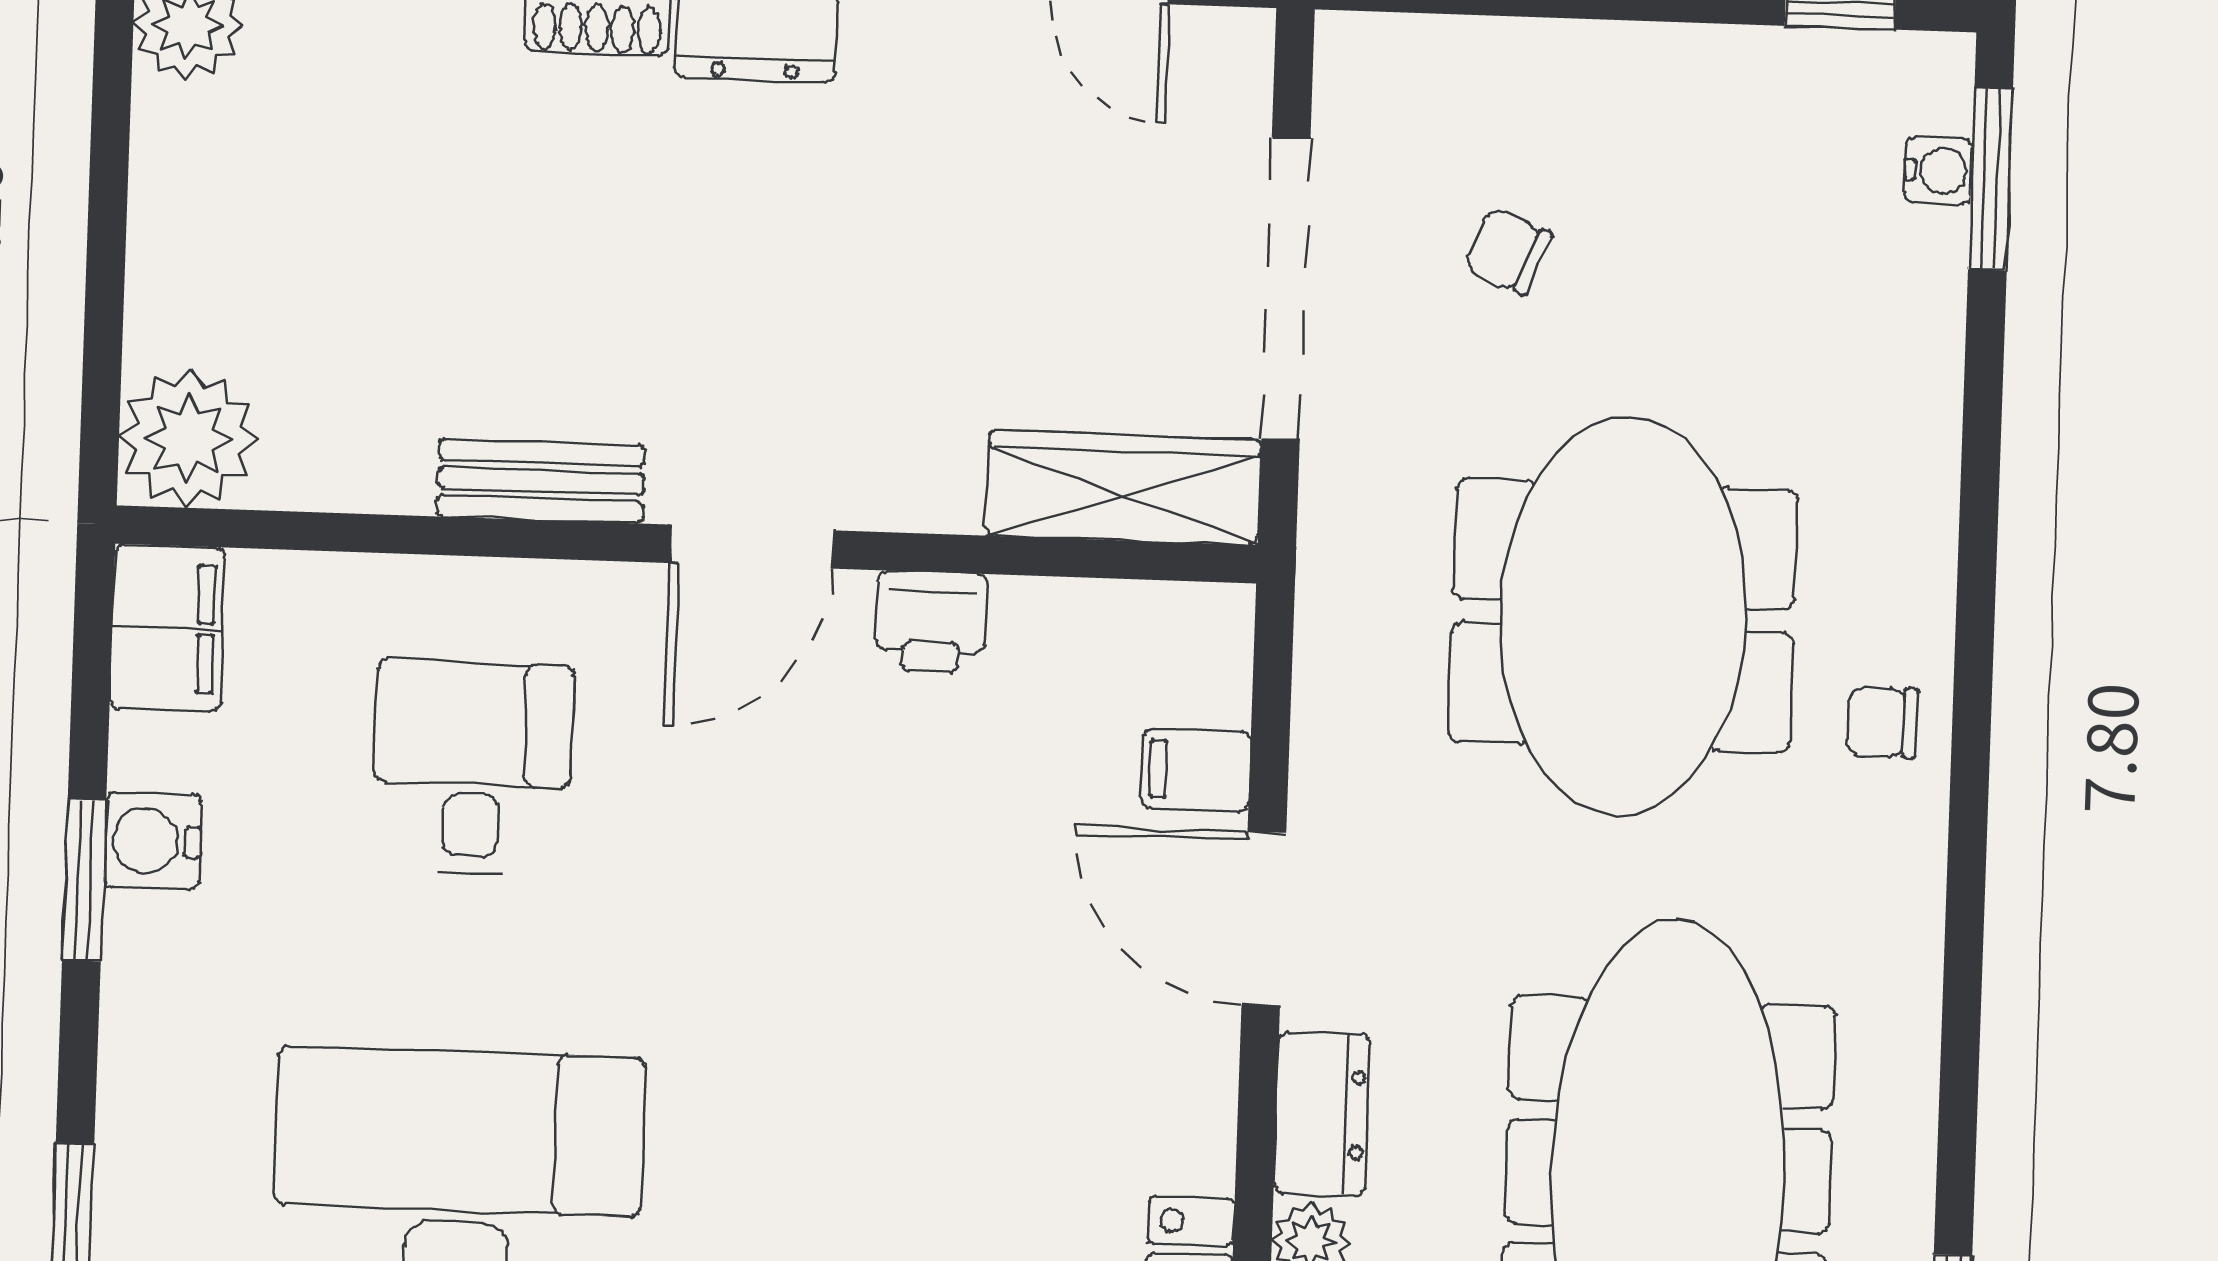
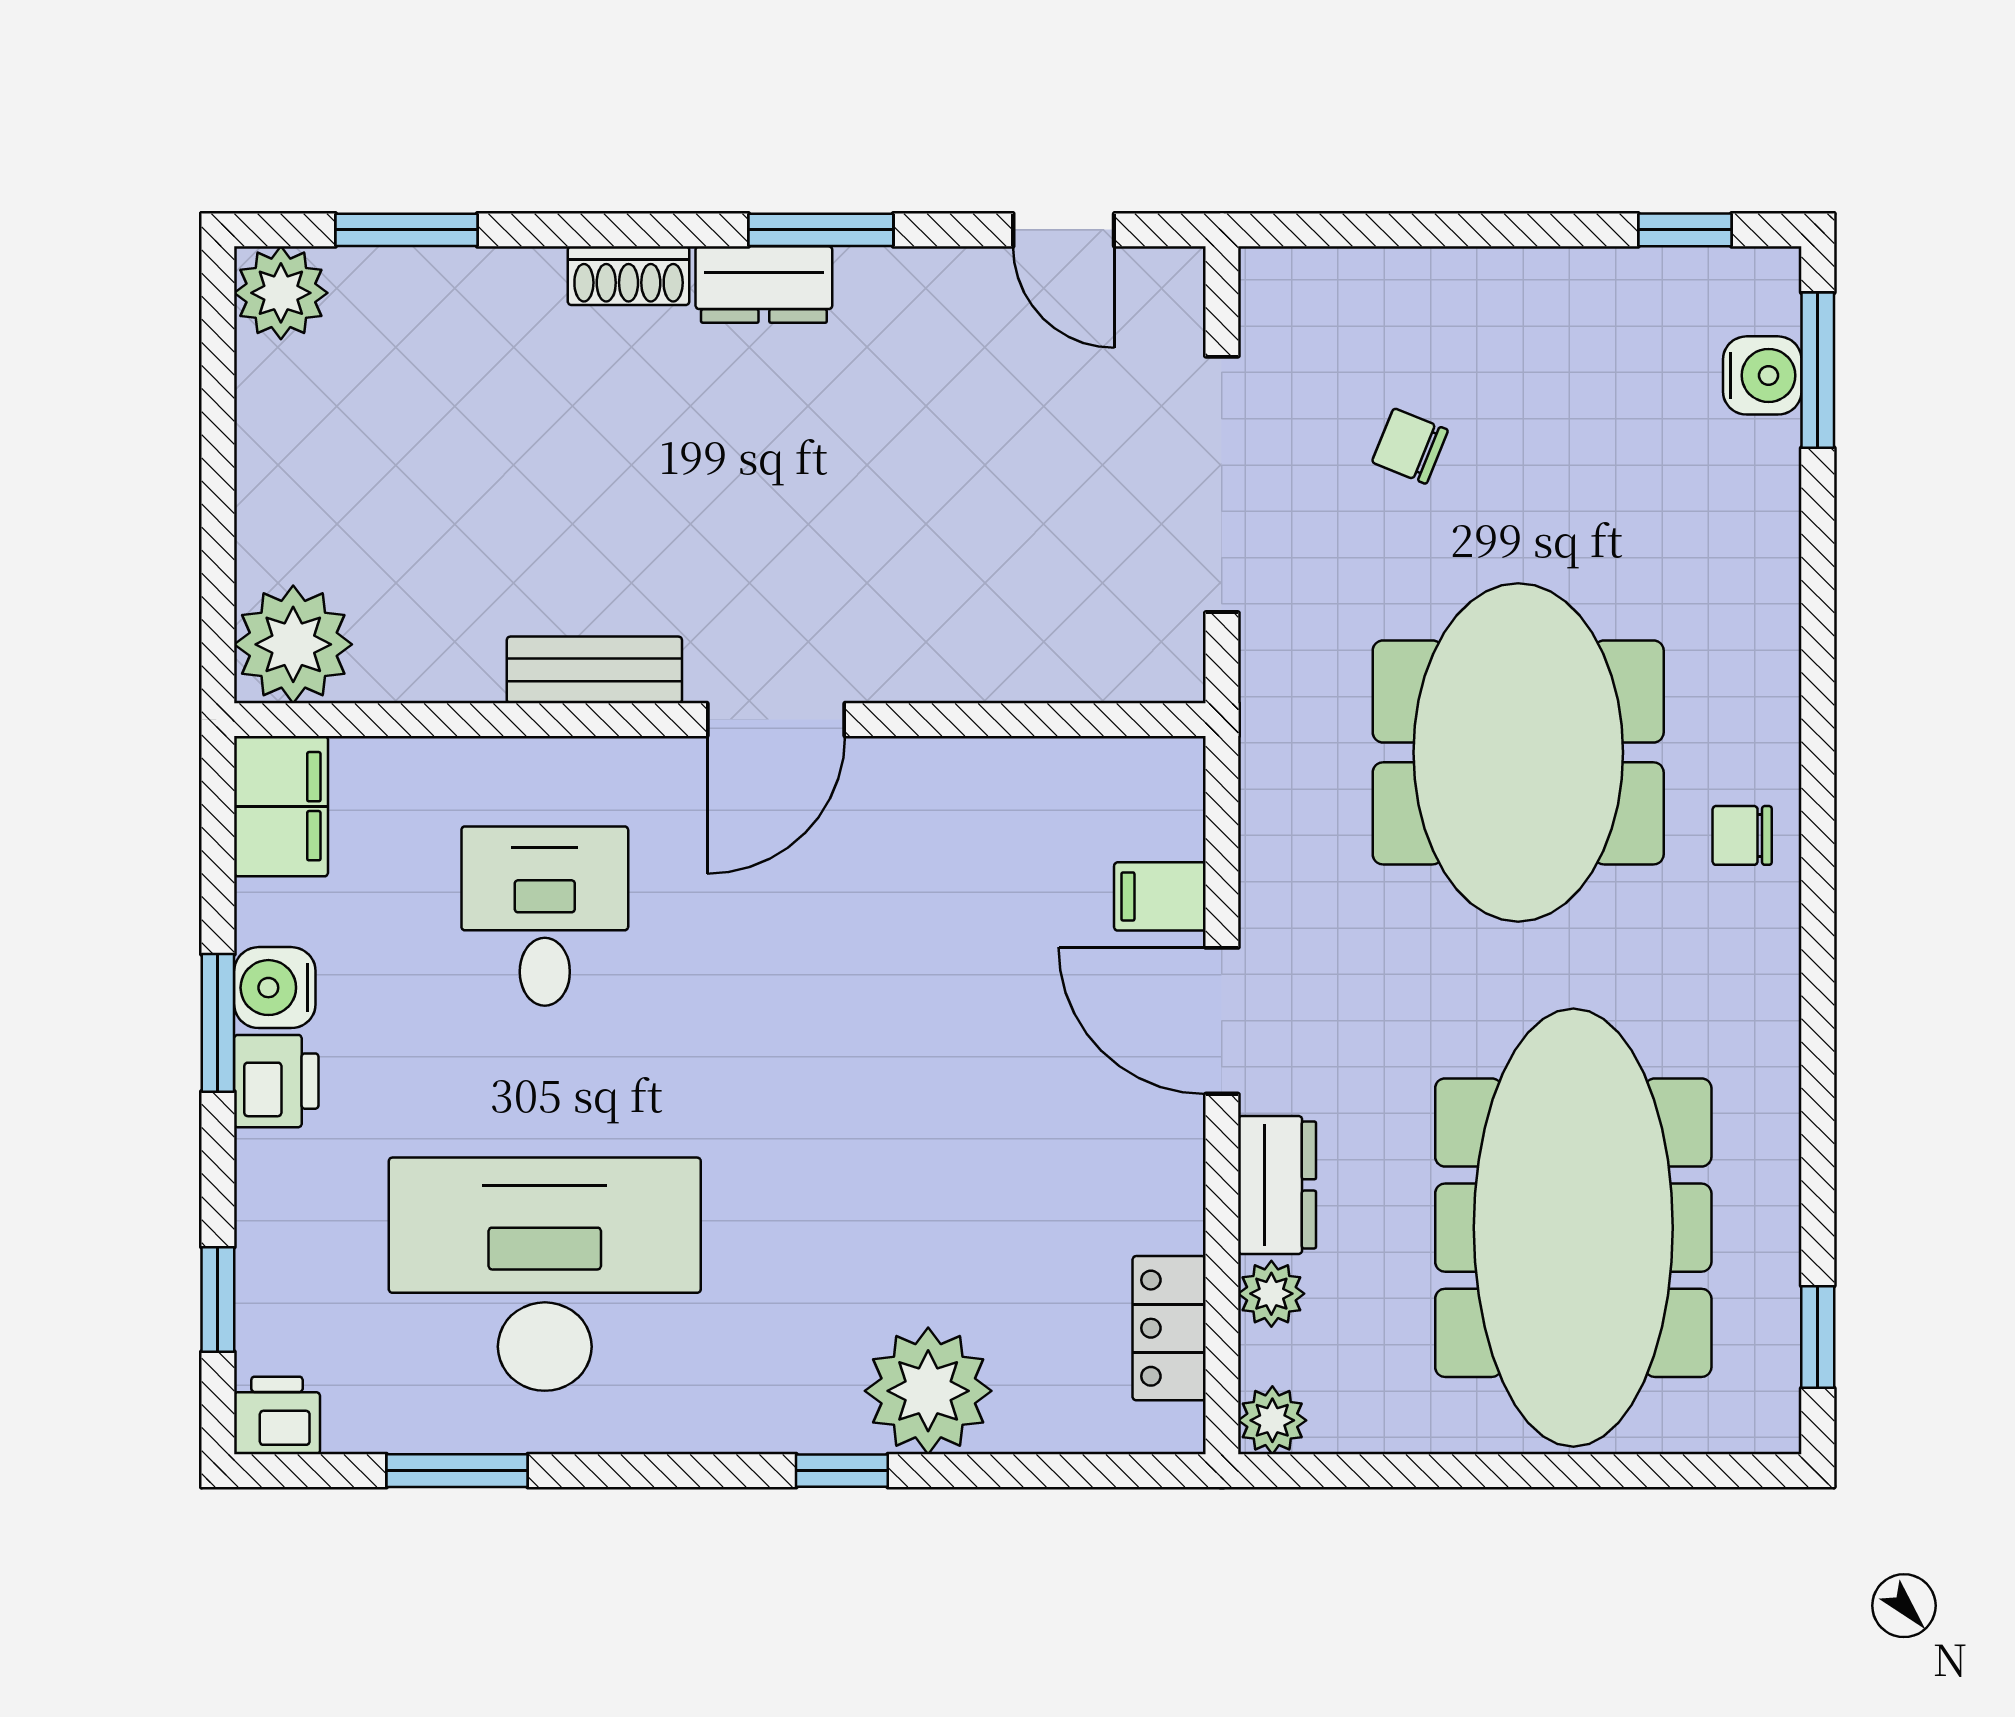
water cooler: (1938, 170) -> (1762, 375), width x1.38, depth x1.38
wardrobe: (1124, 488) -> (1090, 659), removed
printer: (931, 622) -> (276, 1081), moved, turned -90

